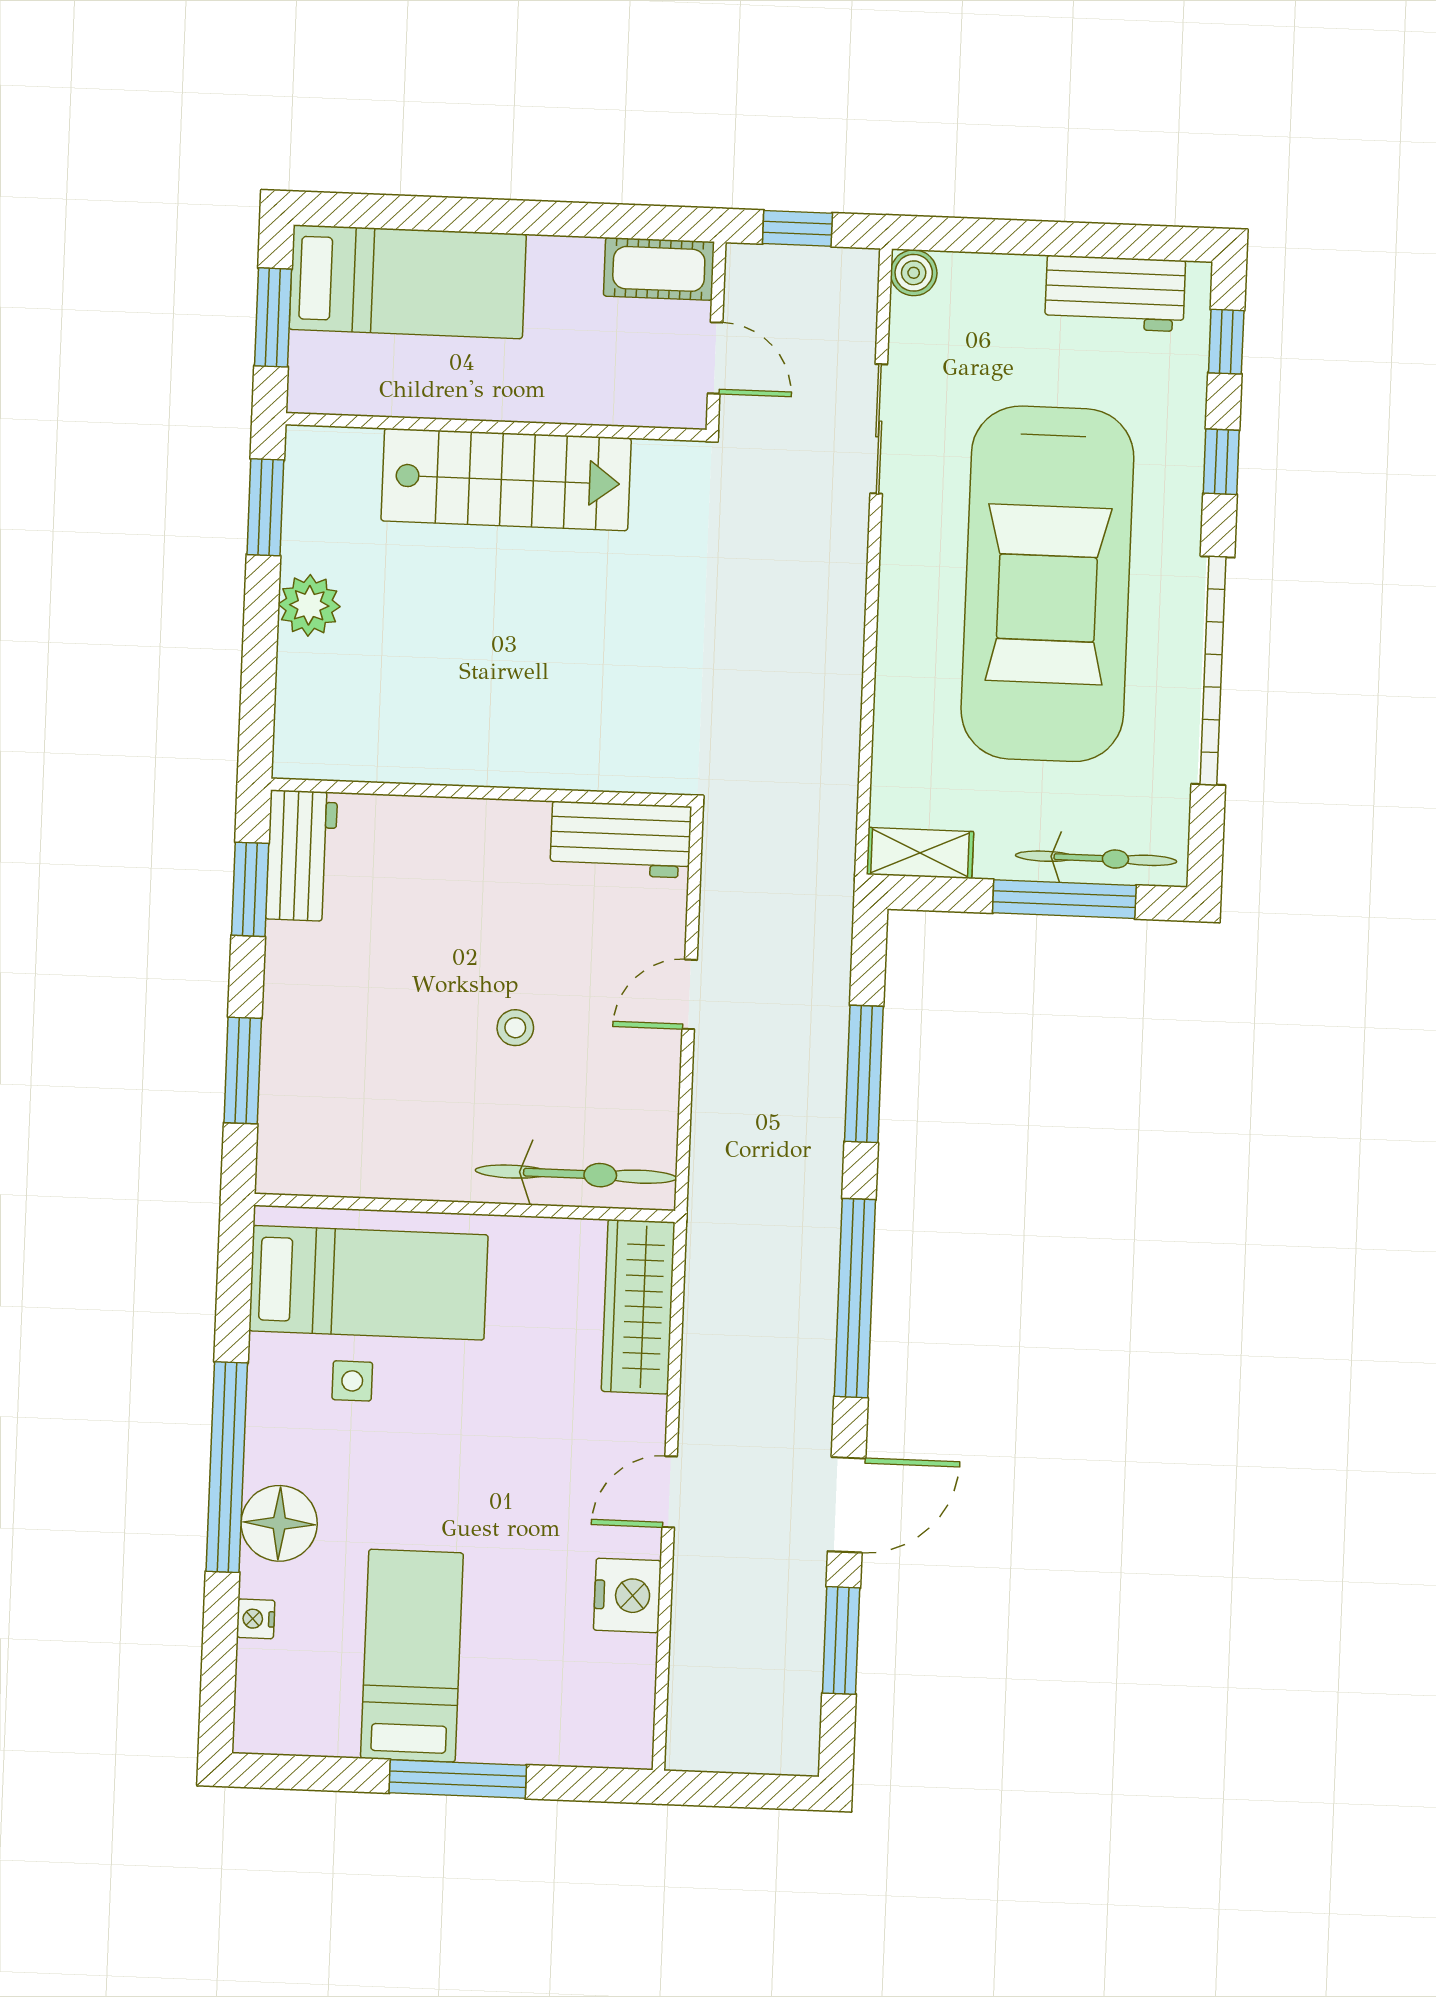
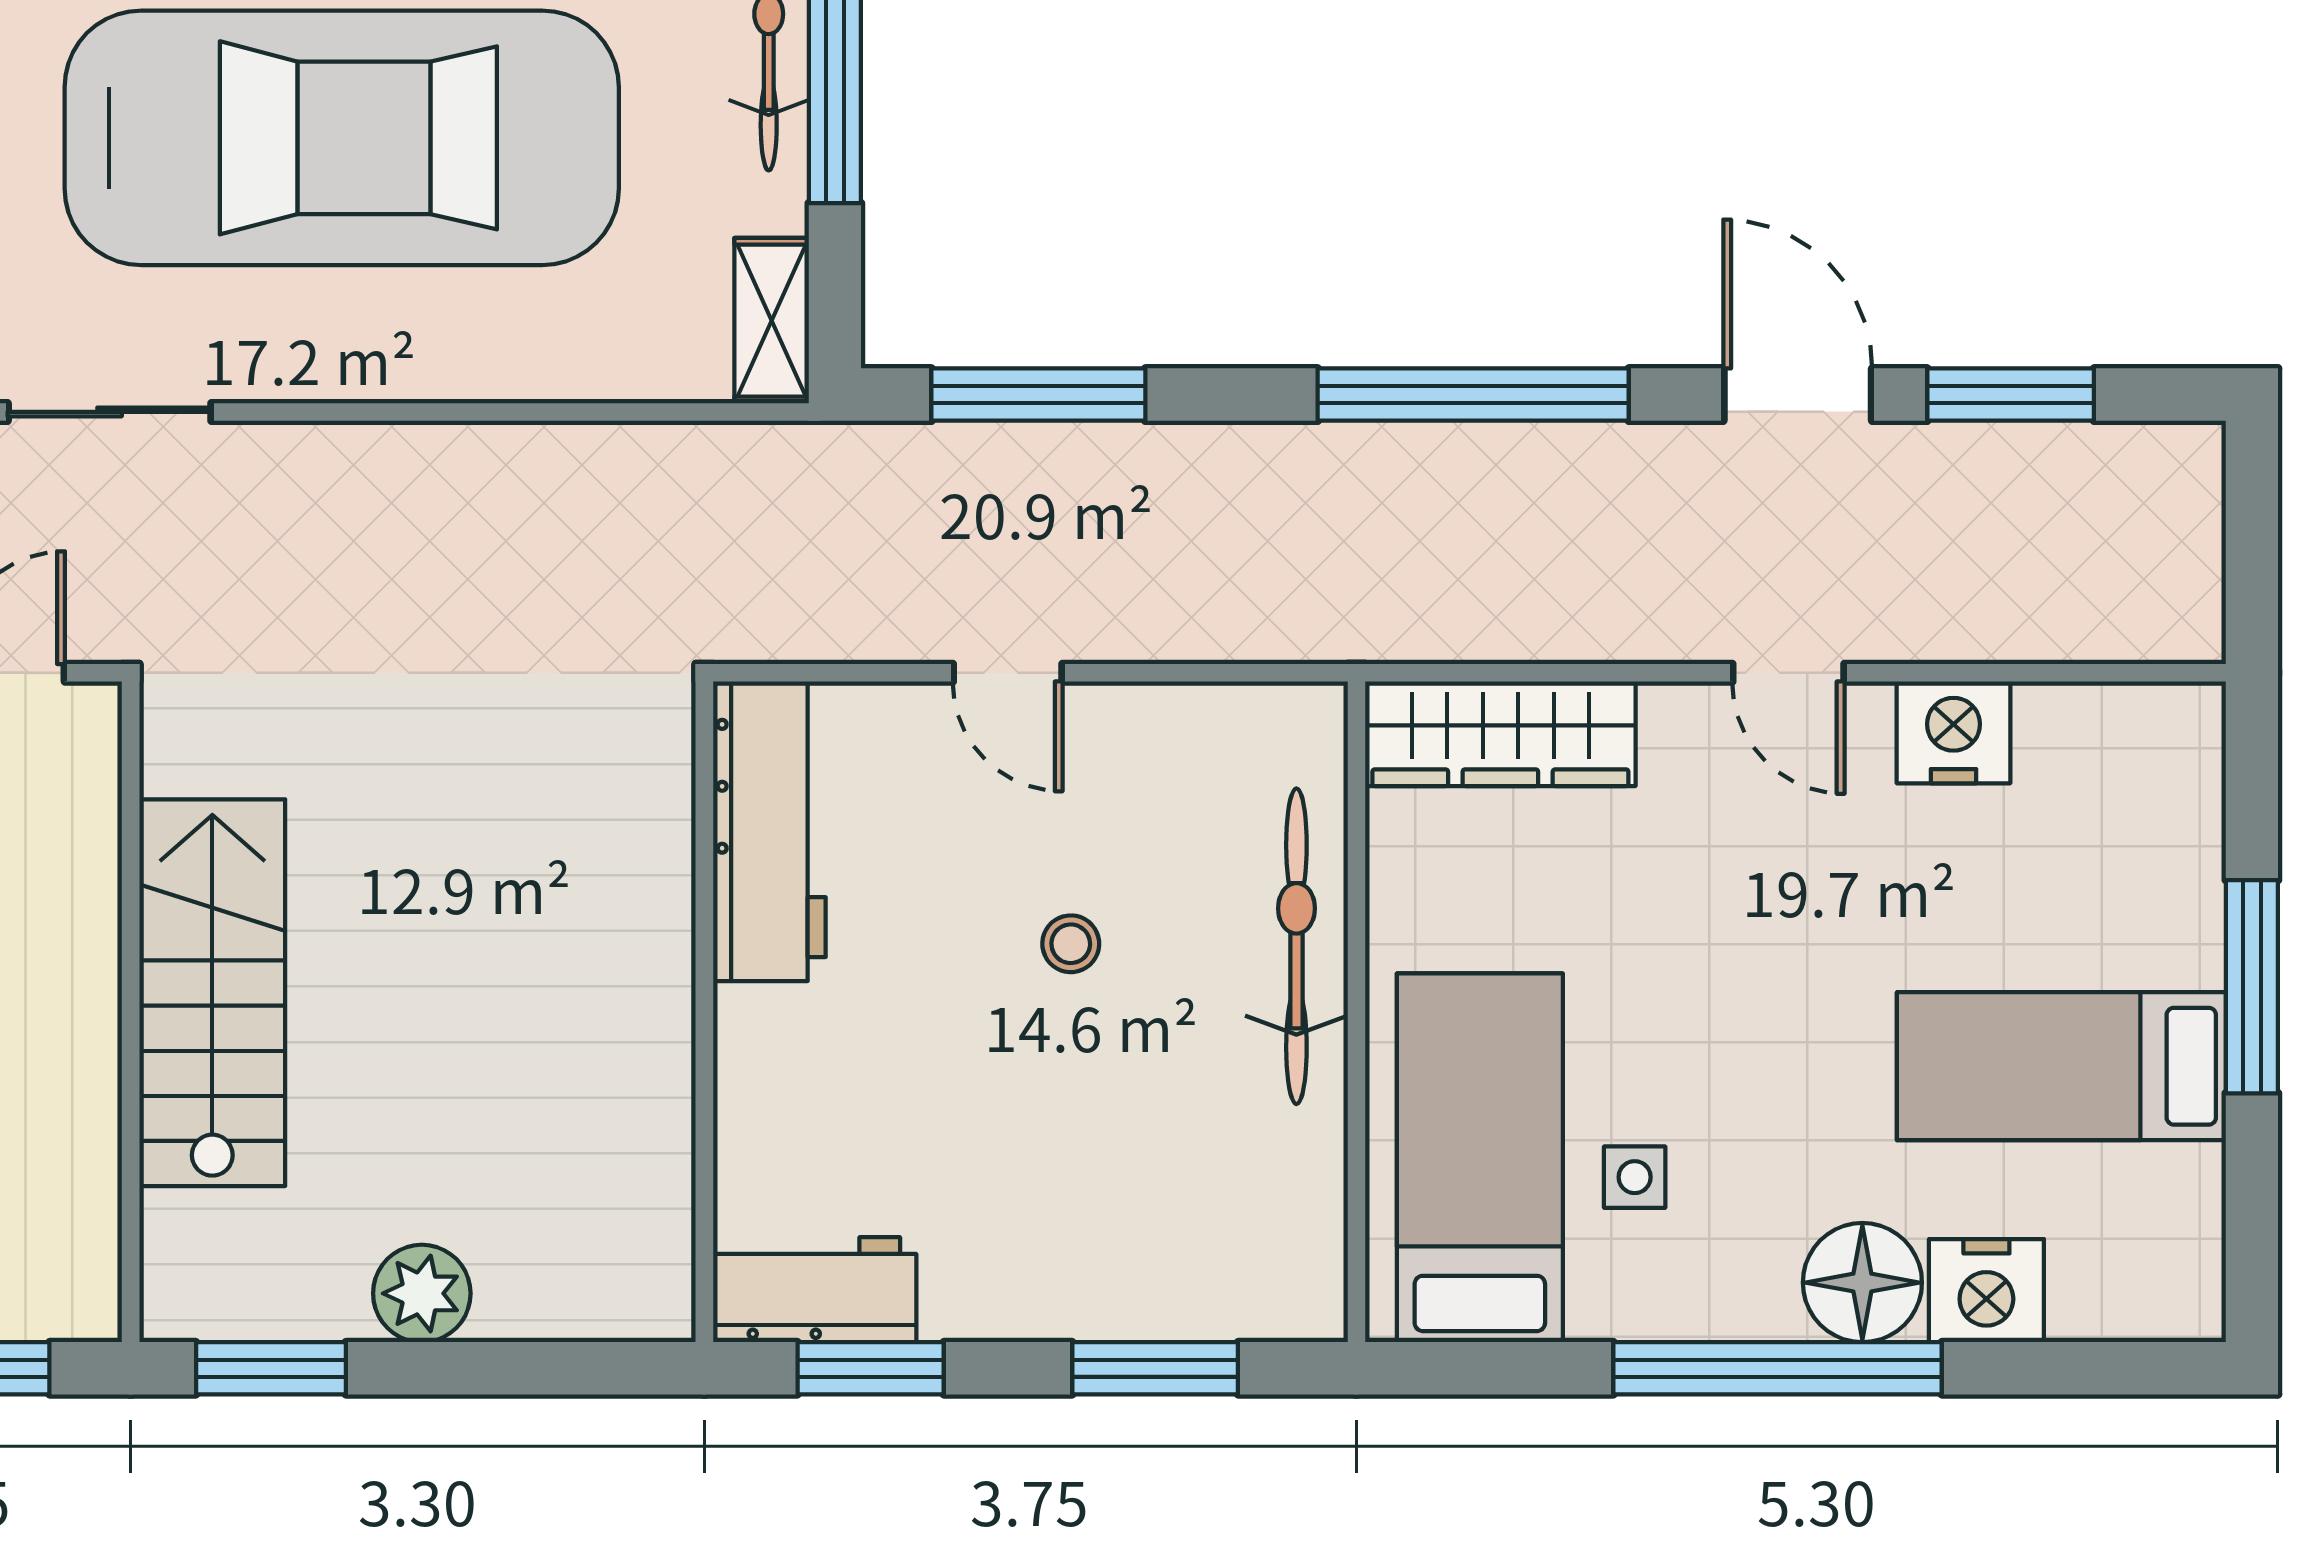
workbench: (621, 840) -> (769, 831), width x1.38
window: (864, 1074) -> (1038, 395), moved
bicycle: (576, 1174) -> (1296, 946), moved
nightstand: (256, 1619) -> (1986, 1291), width x1.89, depth x1.79

